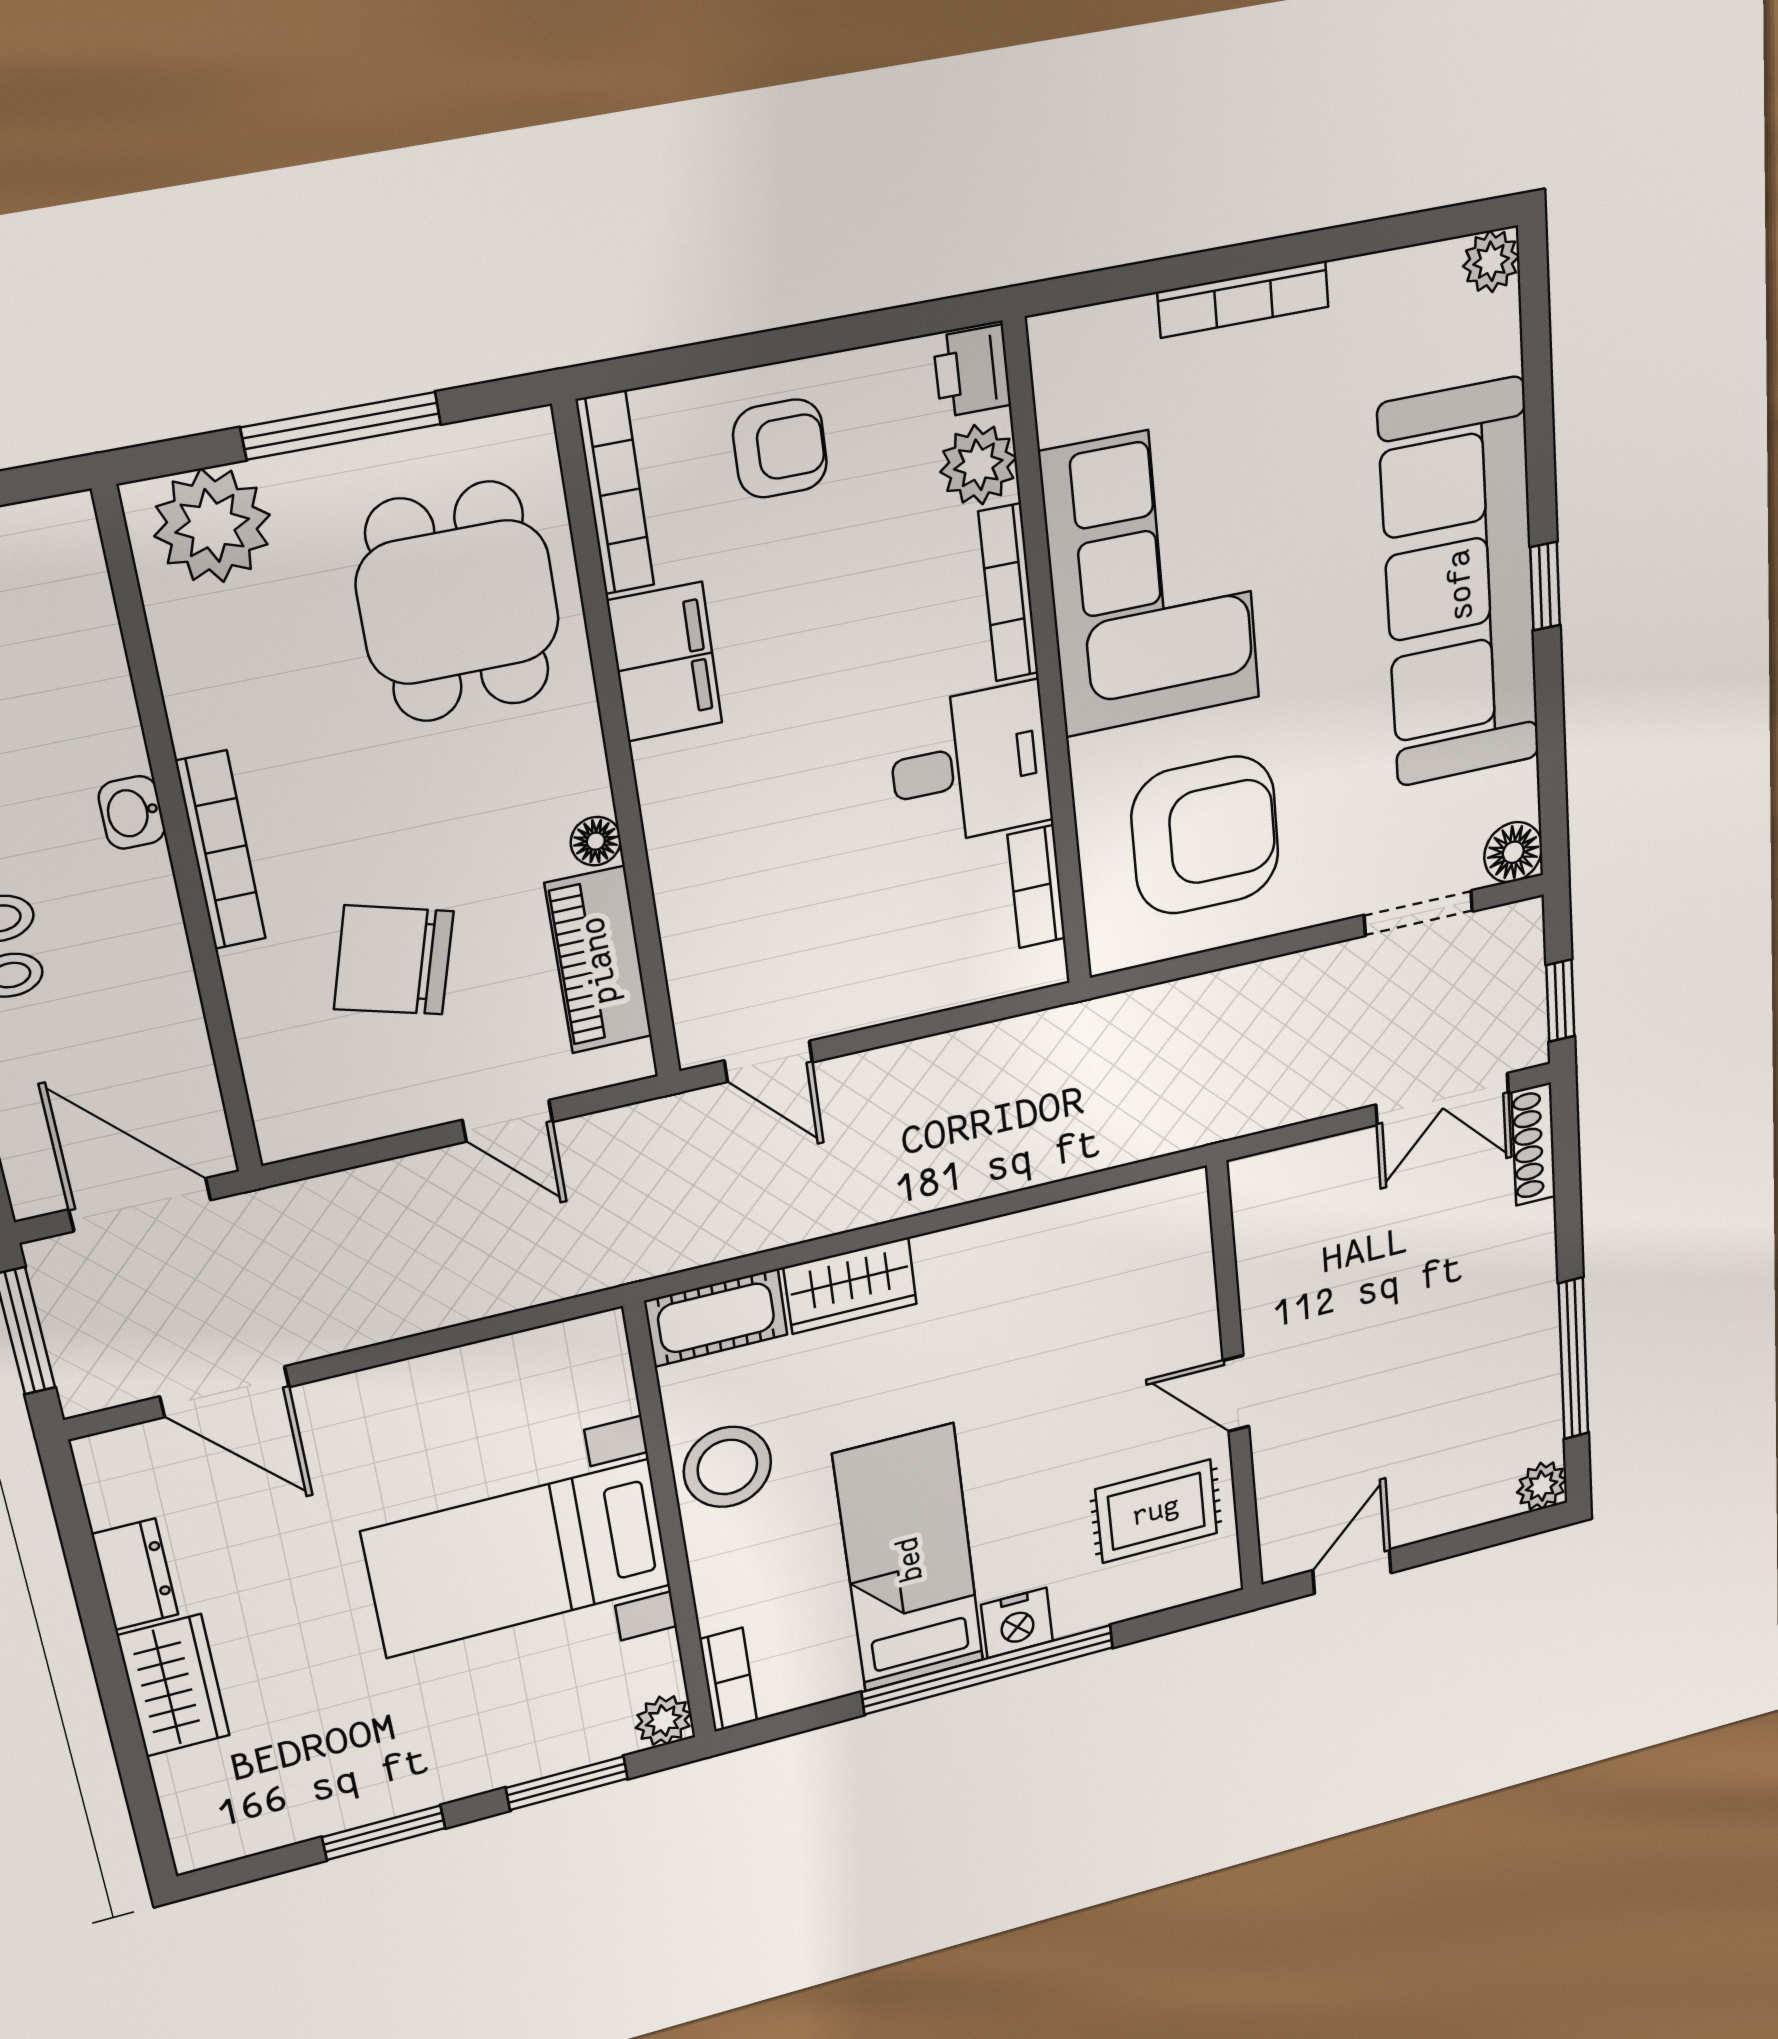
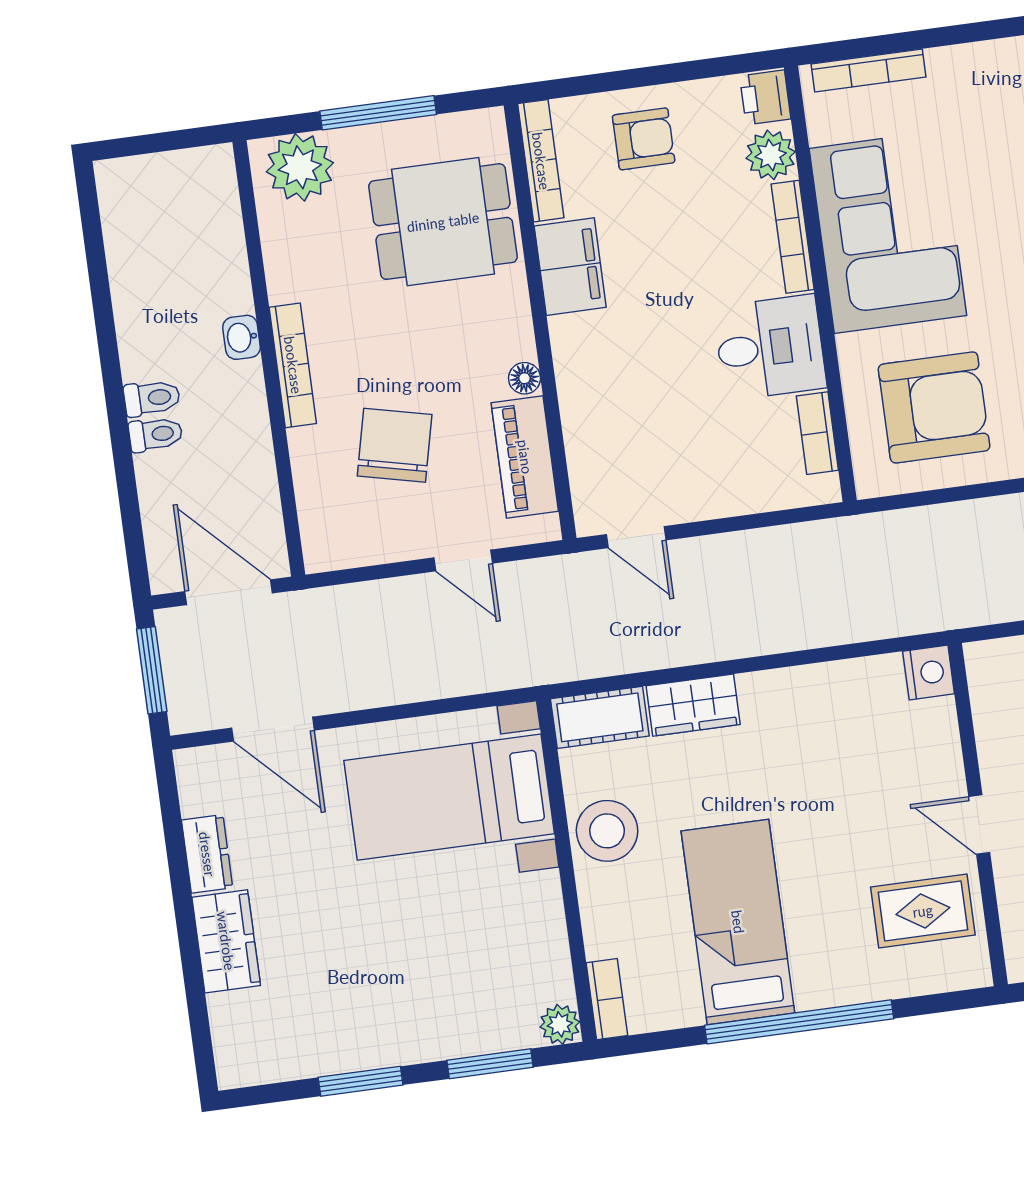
bookcase: (1243, 299) -> (868, 70), moved
dining table: (458, 602) -> (443, 222), turned 90
chair: (394, 960) -> (395, 445), turned 87
bed with nightstands: (518, 1558) -> (449, 797), moved
nightstand: (1017, 1623) -> (929, 672), moved, turned -90

